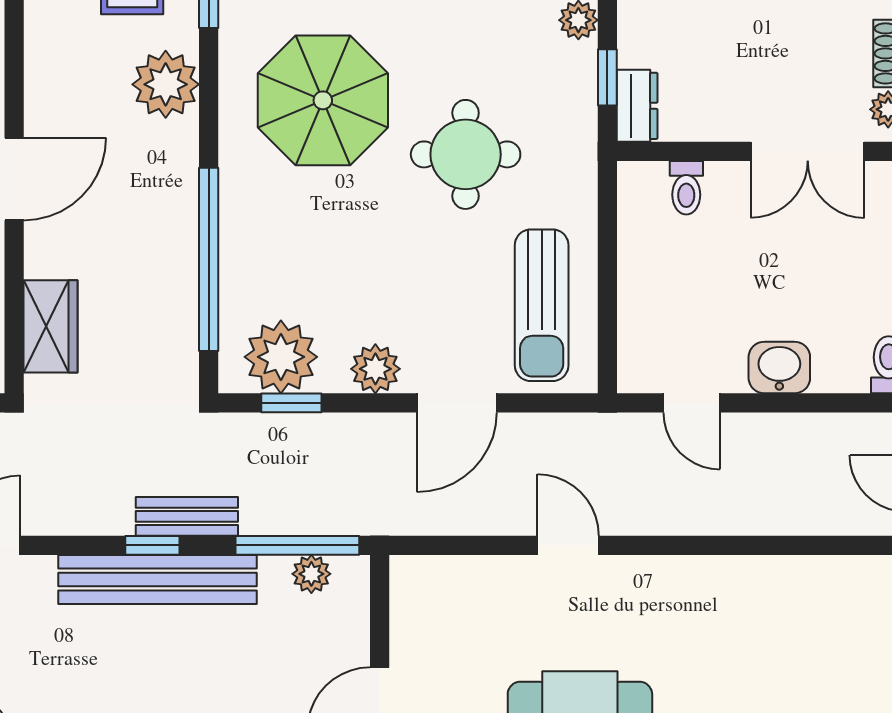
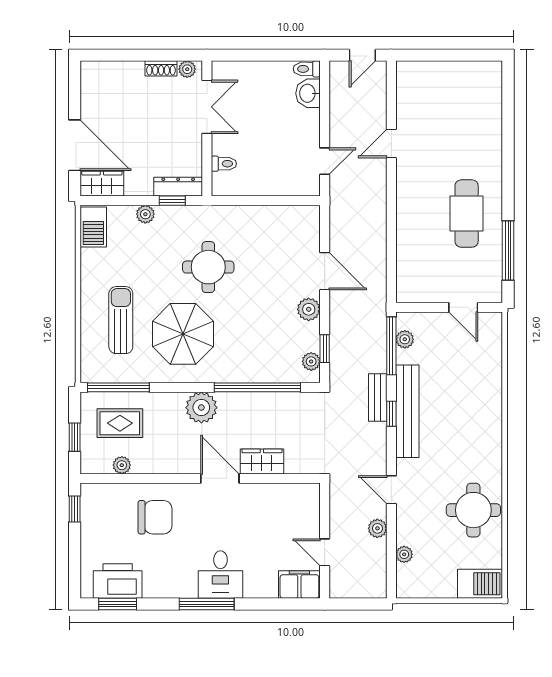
plant: (166, 84) -> (201, 408), moved
dresser: (637, 106) -> (178, 187), width x1.44
sun lounger: (542, 305) -> (279, 231), removed
wardrobe: (50, 326) -> (262, 461), moved
plant: (281, 357) -> (311, 361), width x0.53, depth x0.53
washbasin: (779, 368) -> (308, 93), moved
door: (568, 545) -> (391, 143), moved

